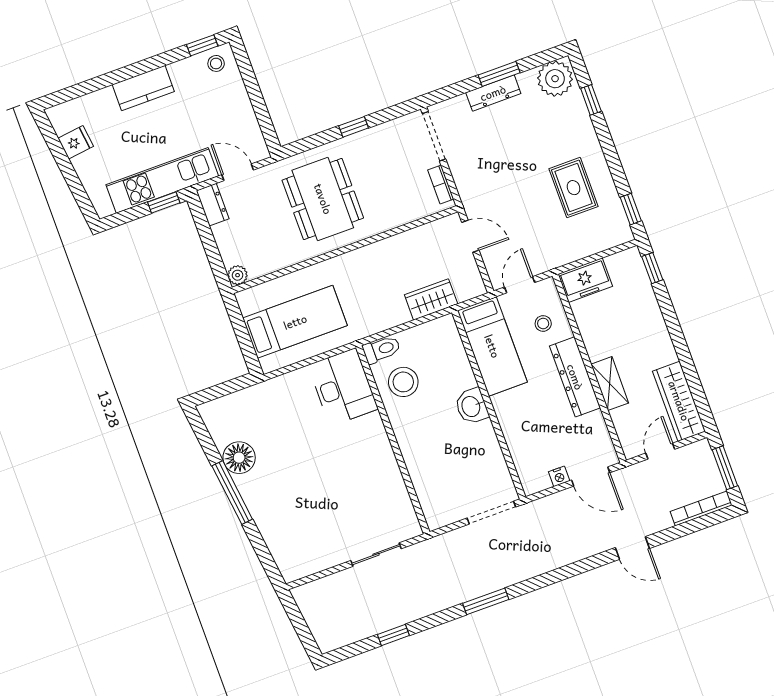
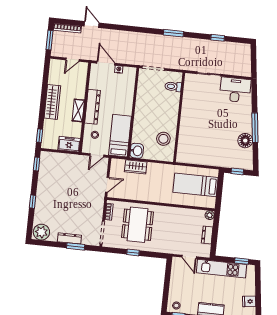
window: (499, 74) -> (76, 246), moved
window: (591, 100) -> (33, 202), moved
rug: (573, 188) -> (56, 184), removed
dining table: (323, 199) -> (137, 225), moved
window: (164, 202) -> (242, 261), moved
dresser: (213, 205) -> (207, 235), moved
door: (470, 236) -> (107, 185), swing flipped
toilet: (382, 349) -> (173, 87), moved
shelving: (610, 384) -> (78, 110), moved
desk: (343, 387) -> (235, 90), moved, turned 90
window: (225, 389) -> (237, 171), added
wardrobe: (679, 401) -> (52, 102), moved
washbasin: (472, 406) -> (137, 151), moved
door: (632, 548) -> (92, 25), moved

